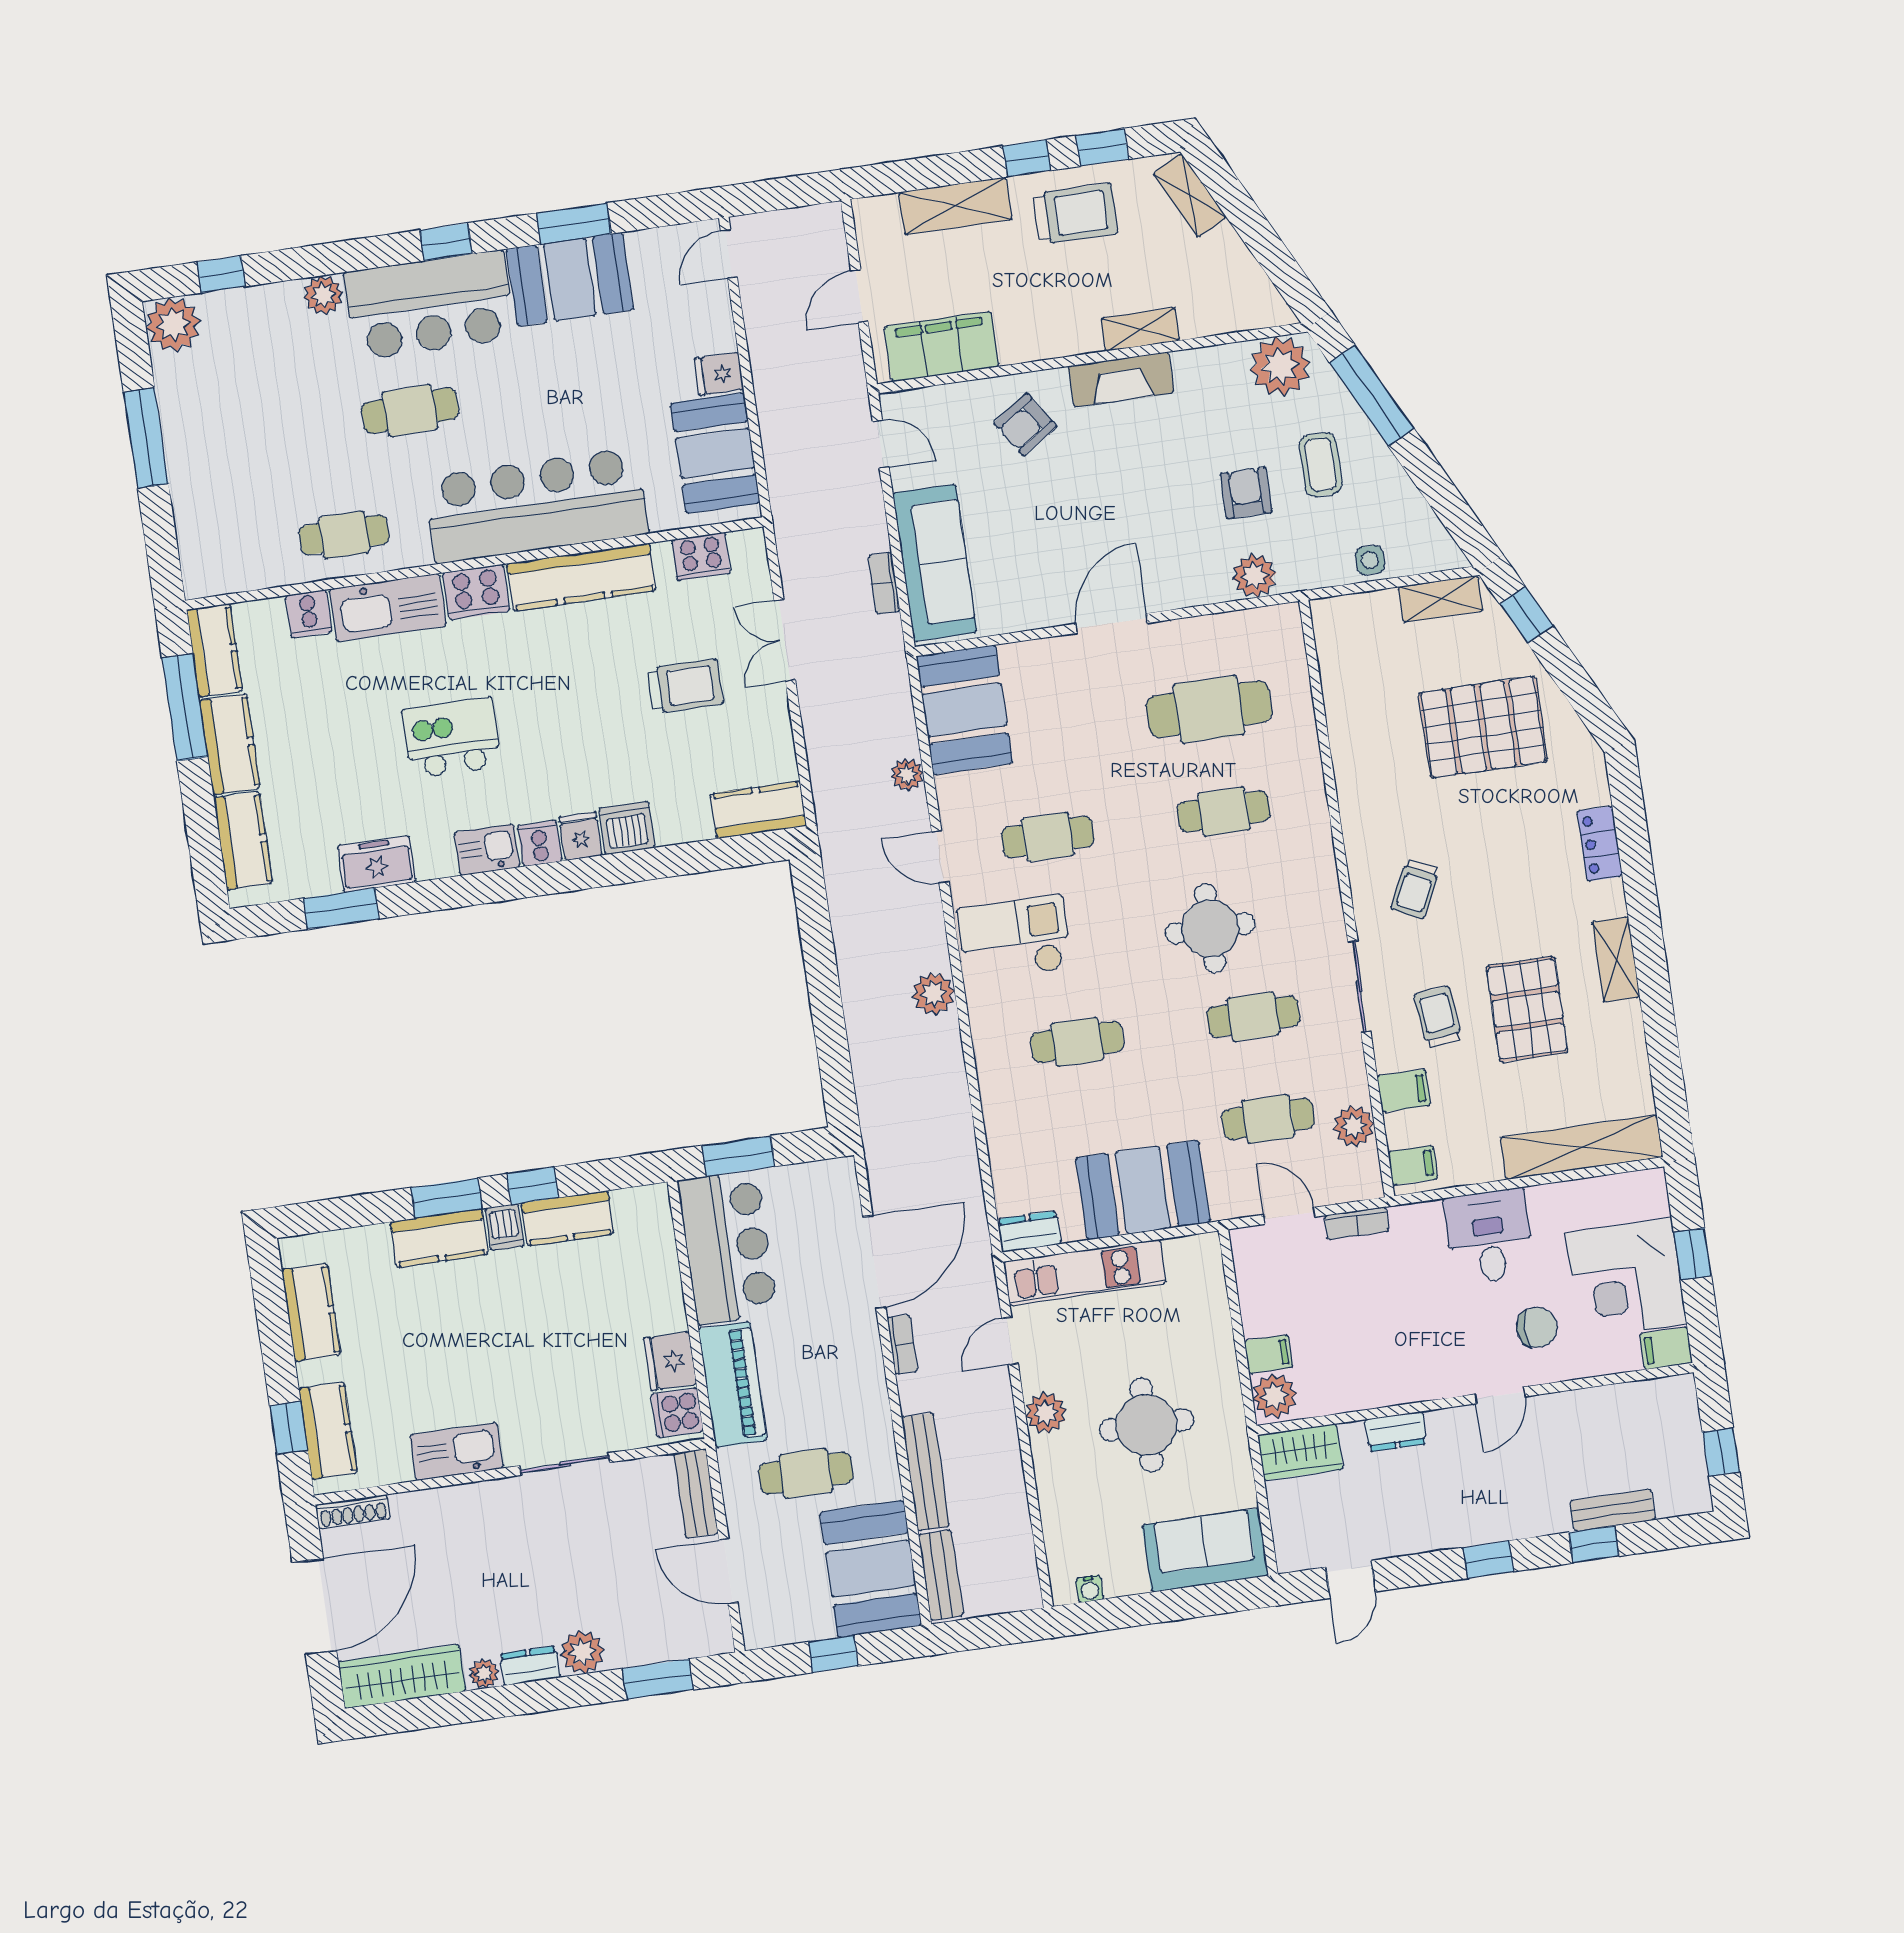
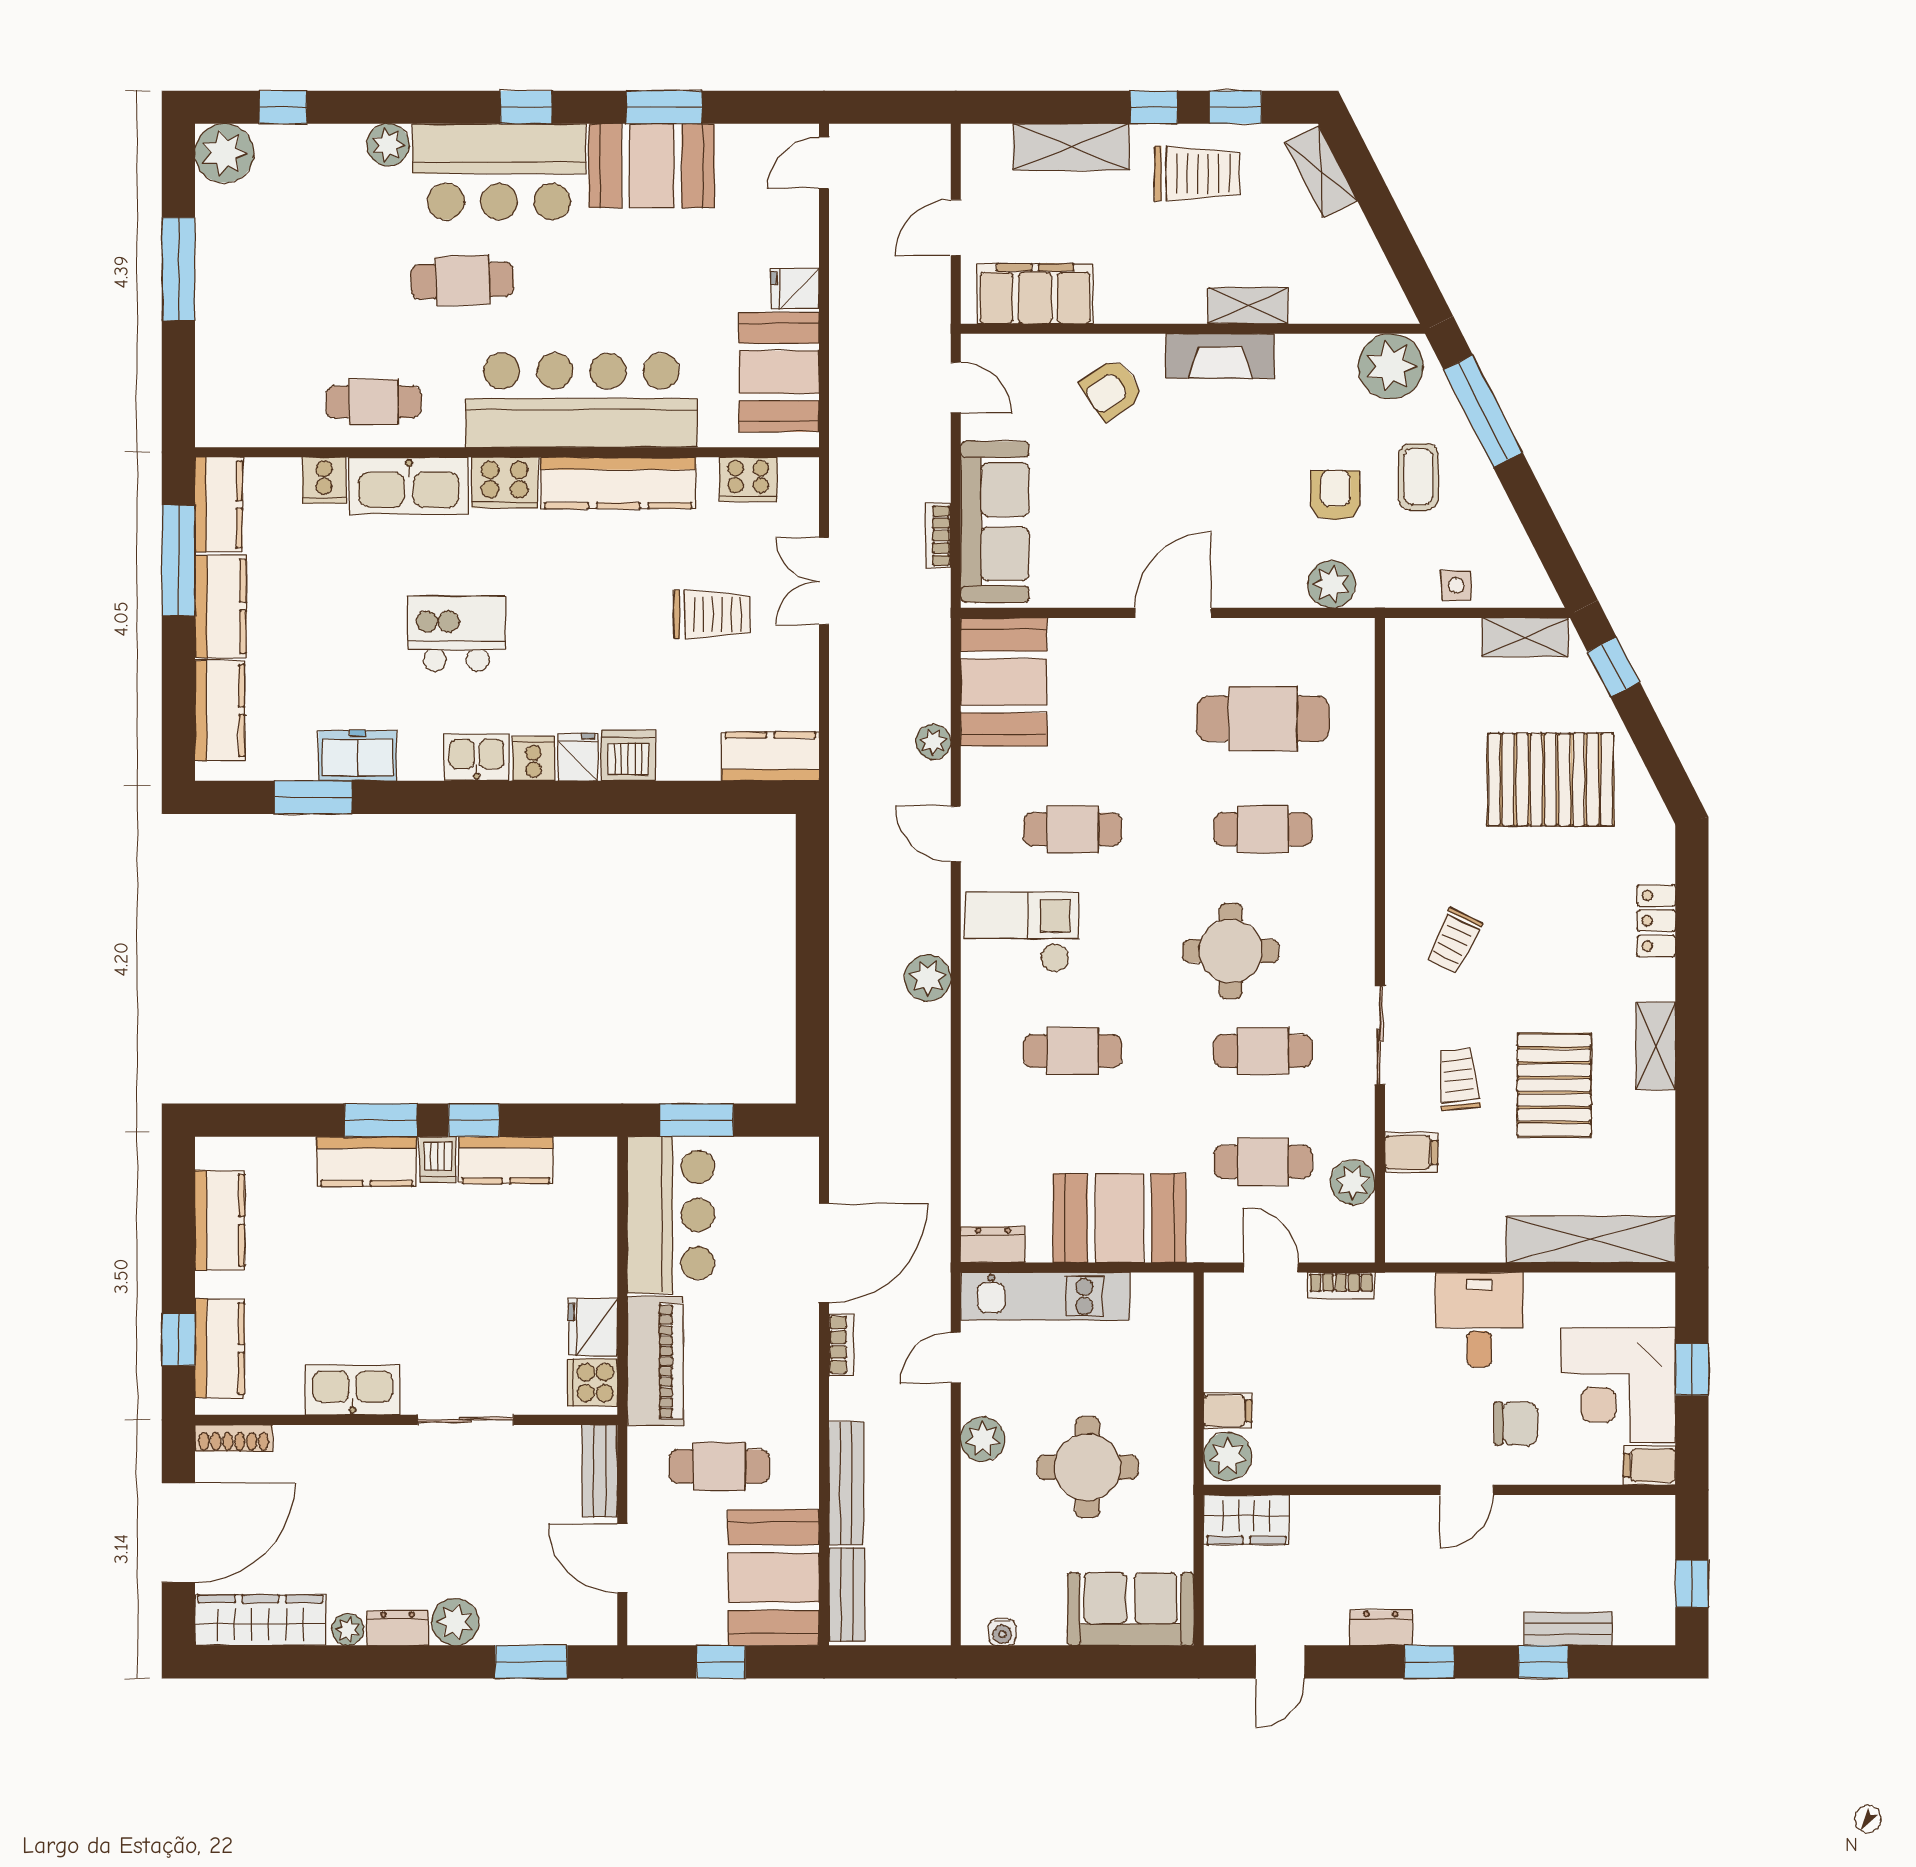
filing cabinet: (1413, 1165) -> (1409, 1233), removed
dresser: (1396, 1432) -> (1381, 1628), moved, turned 180

